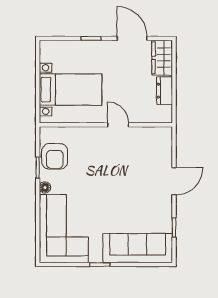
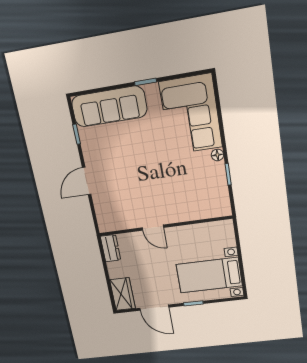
bed with nightstands: (70, 90) -> (209, 275), moved
dresser: (164, 91) -> (111, 248), moved
armchair: (55, 156) -> (212, 188), removed

